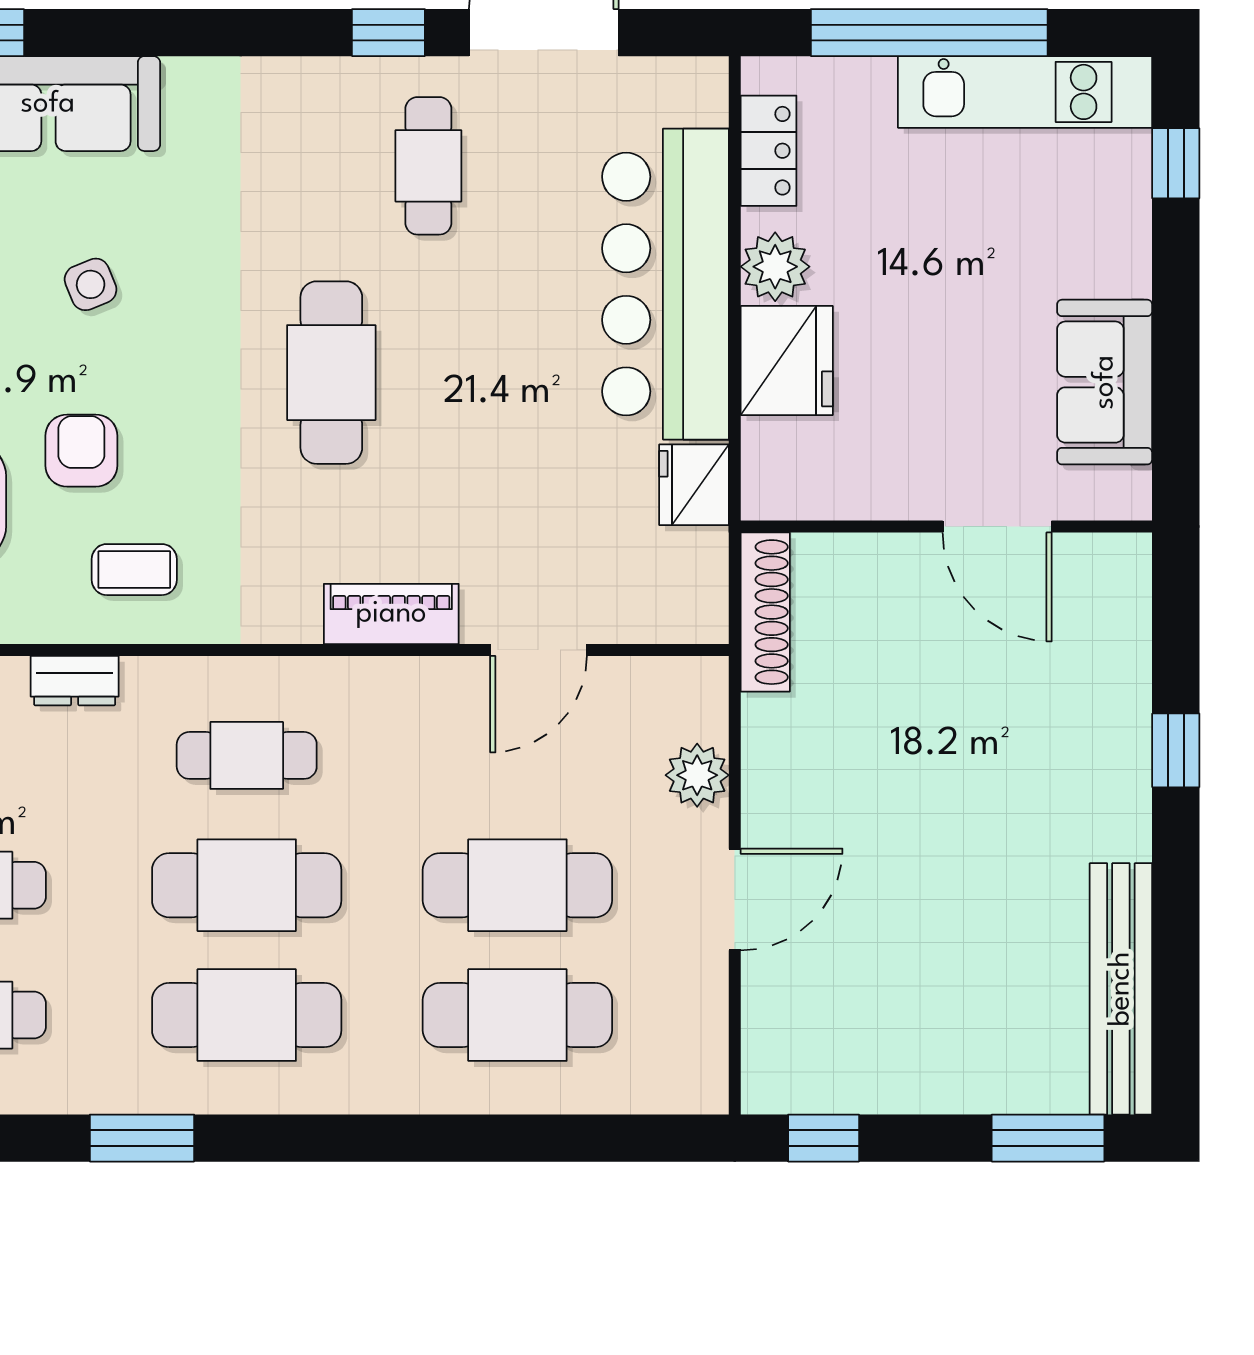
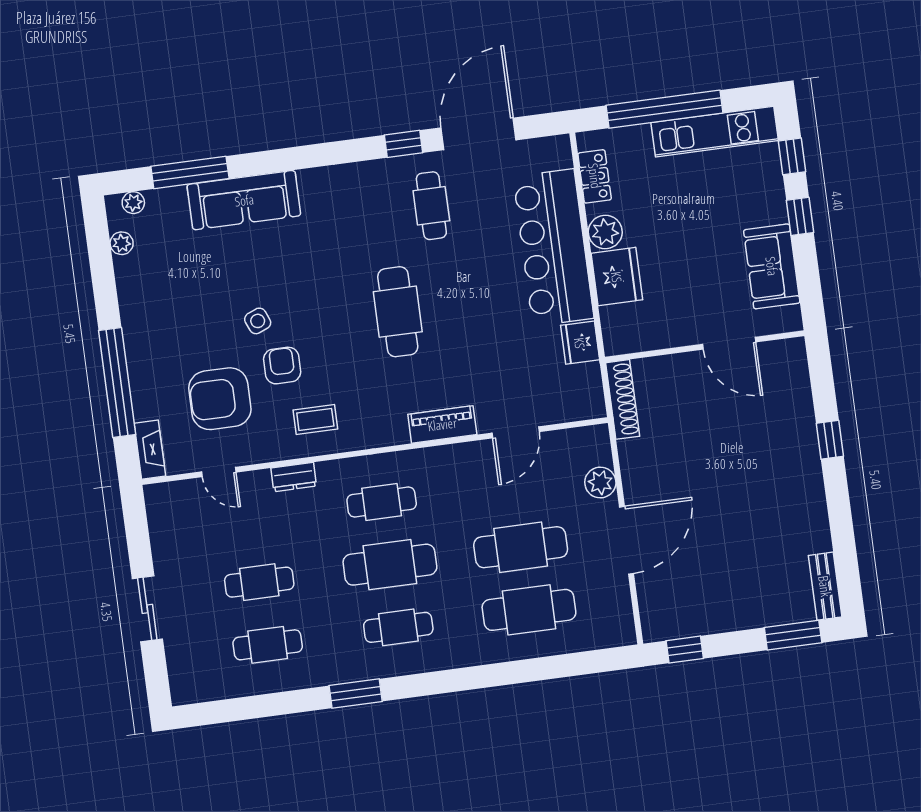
side table: (91, 284) -> (258, 321), moved
window: (1176, 288) -> (800, 216), added
door: (735, 899) -> (626, 540), width x1.36
bench: (1121, 989) -> (825, 586), width x0.54, depth x0.82
cafe table: (247, 1015) -> (398, 627), width x0.73, depth x0.74

